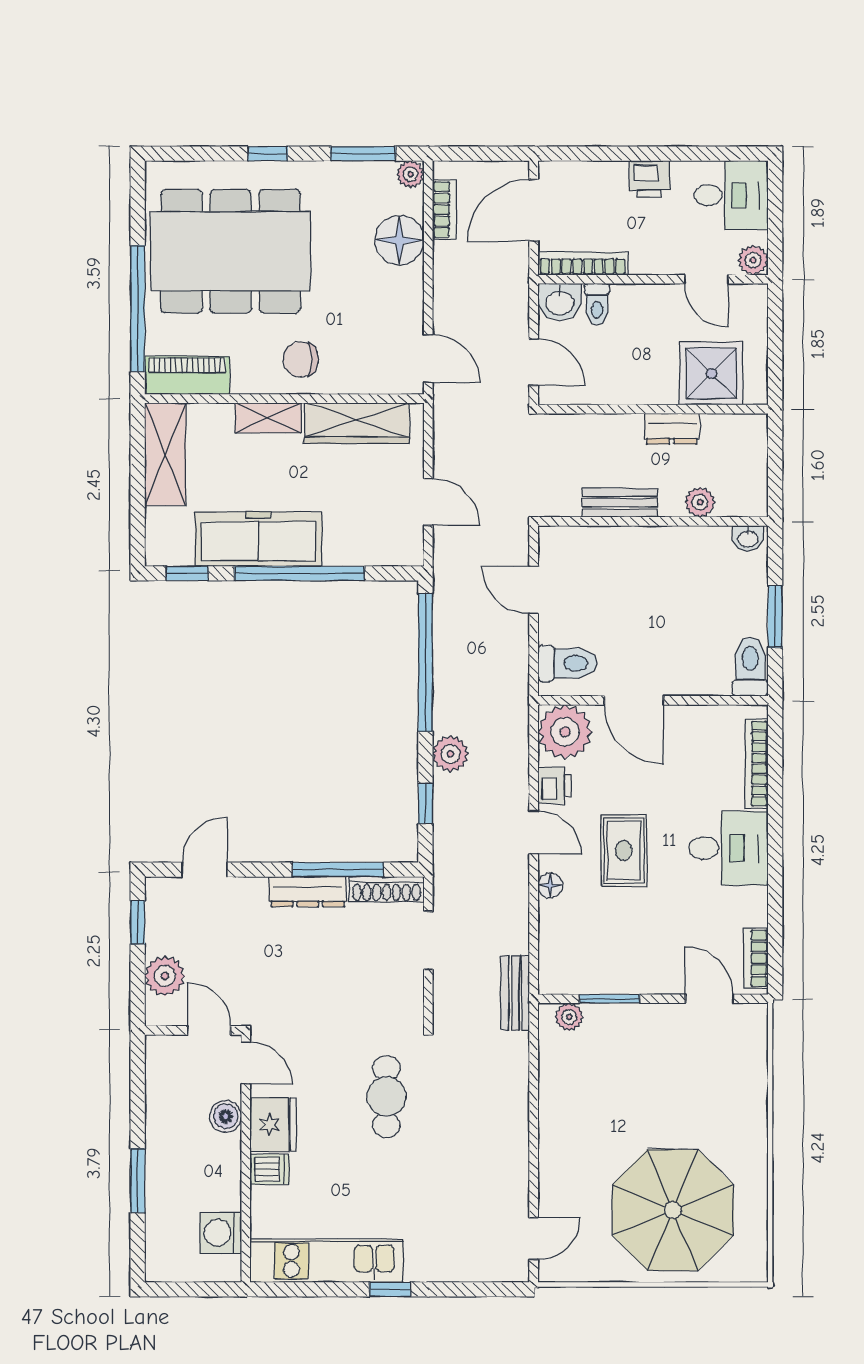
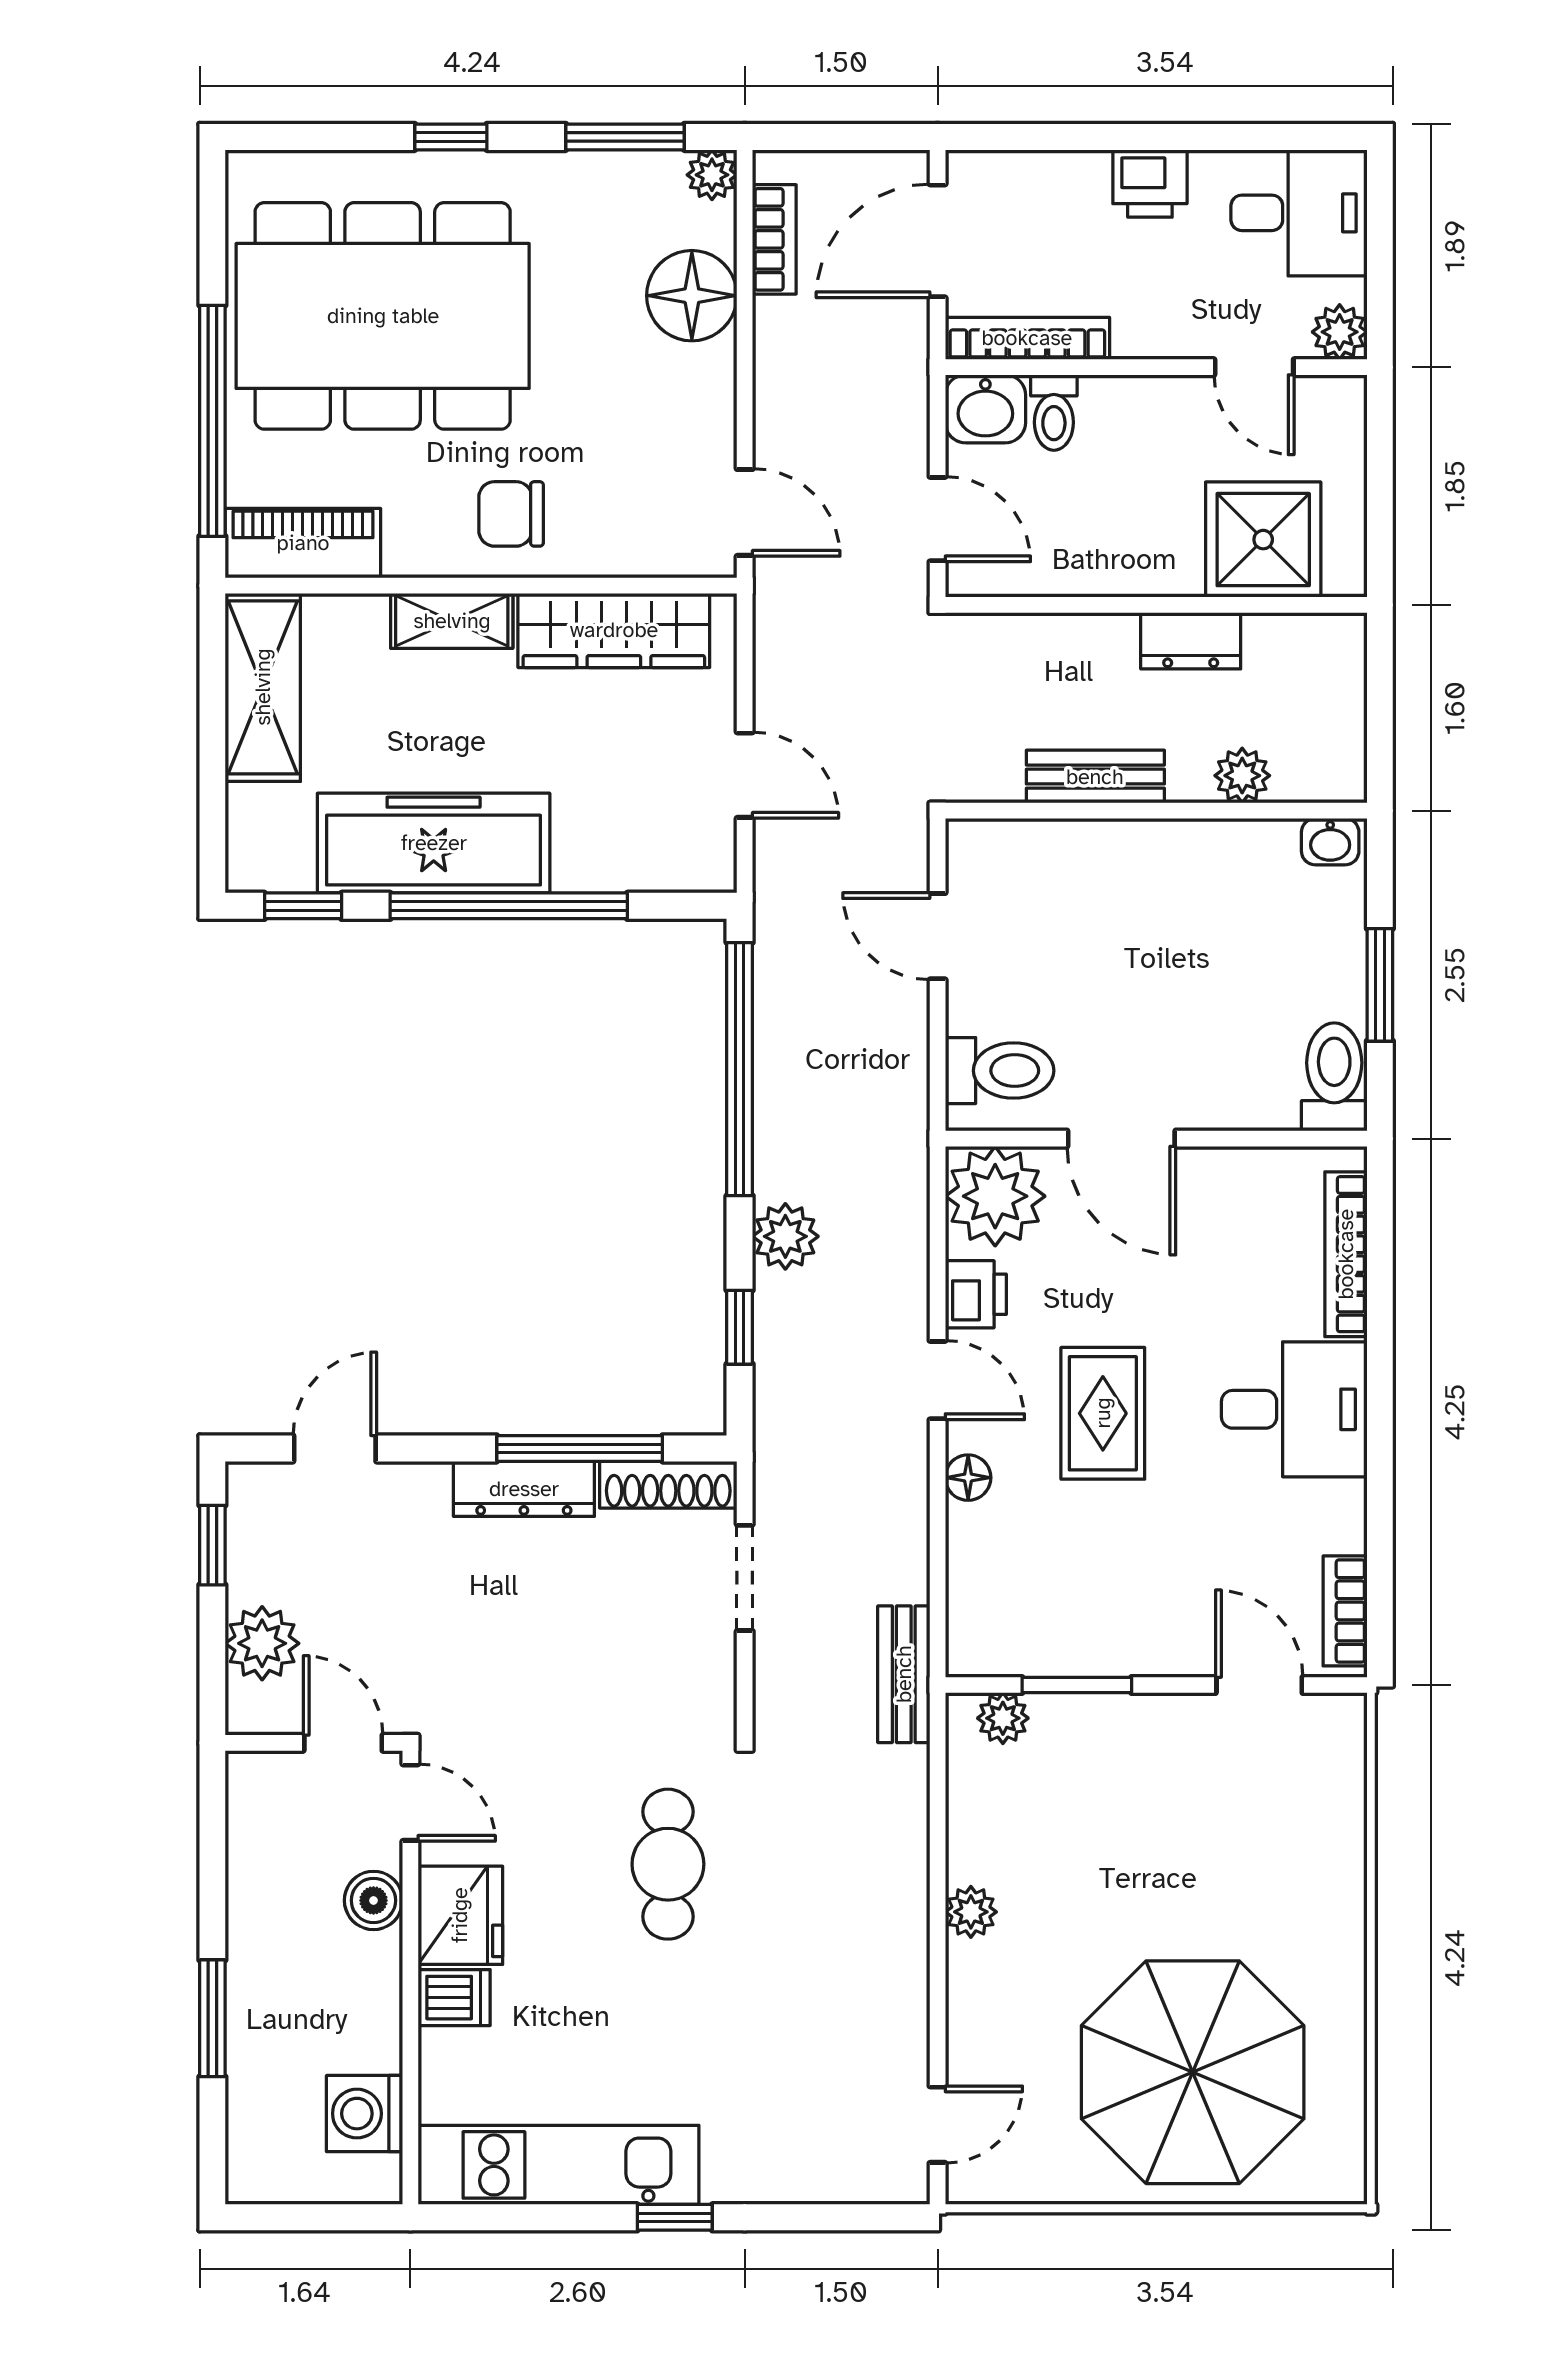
plant: (552, 1123) -> (971, 1912), added

